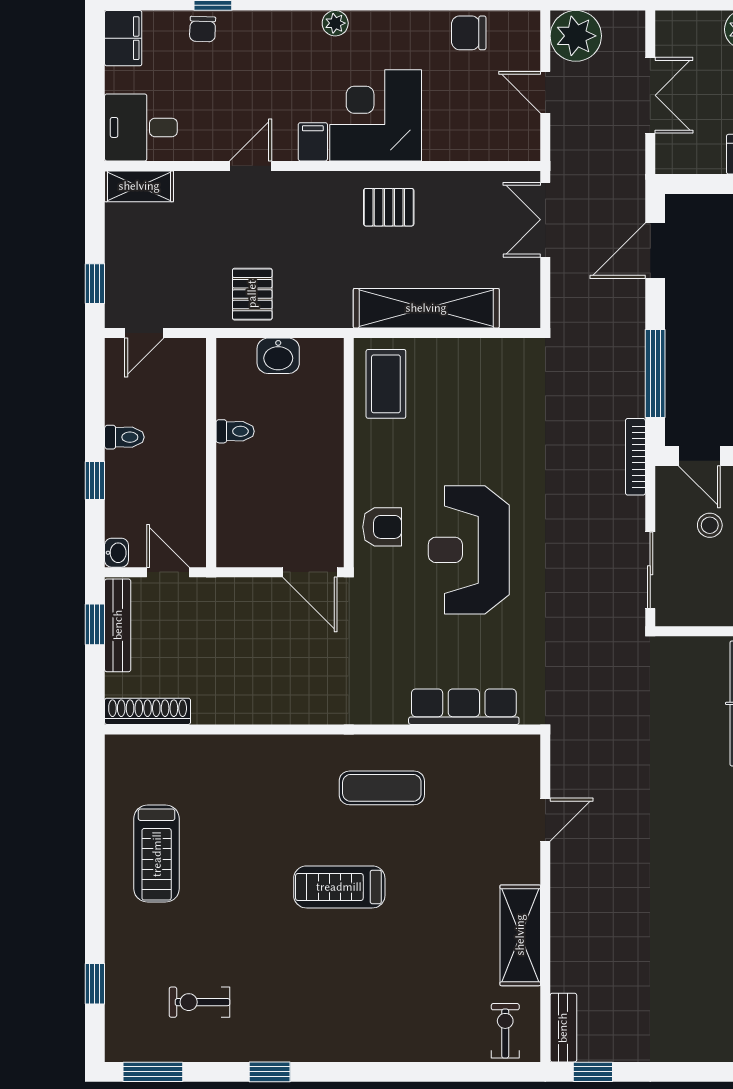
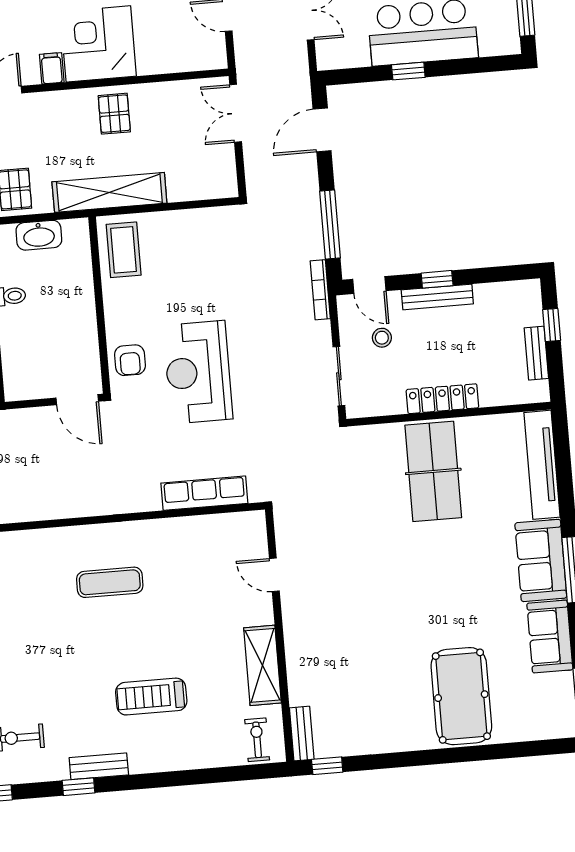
pallet: (389, 207) -> (114, 114), turned 90
shelving: (426, 308) -> (109, 192), moved
washbasin: (278, 356) -> (39, 235), width x1.38
armchair: (382, 527) -> (130, 360), turned 90
exercise mat: (382, 788) -> (110, 582), moved
door: (545, 820) -> (274, 575), swing flipped
treadmill: (339, 887) -> (151, 697), moved
bench: (298, 1048) -> (99, 766), added

